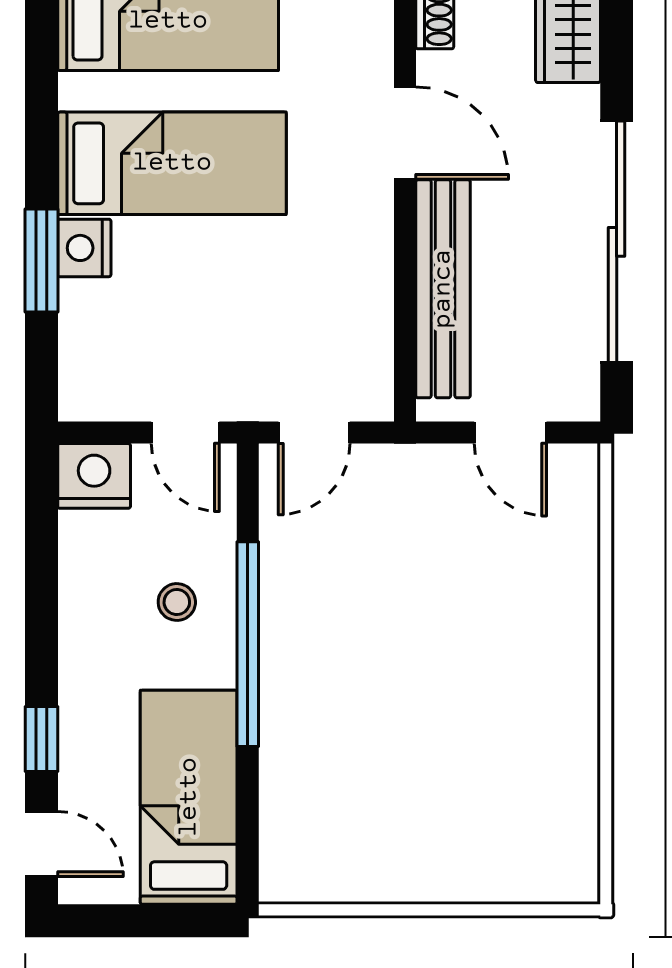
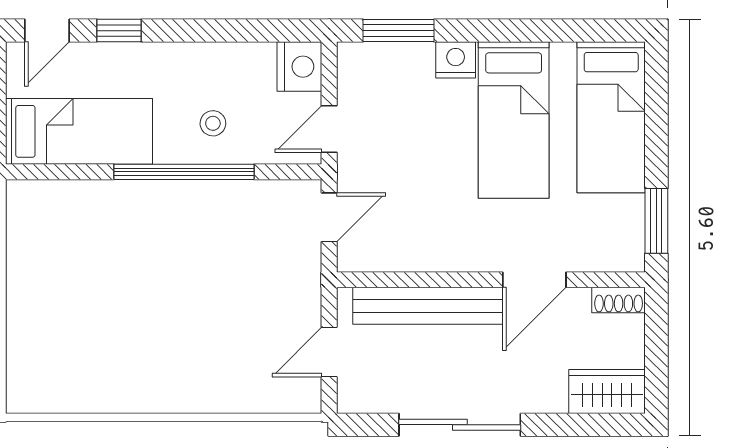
sliding door: (617, 242) -> (460, 425), width x0.73
window: (42, 261) -> (399, 31), moved
door: (314, 432) -> (329, 217), swing flipped

